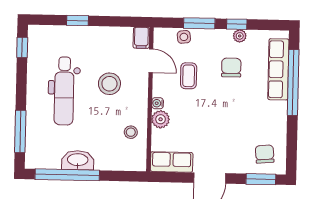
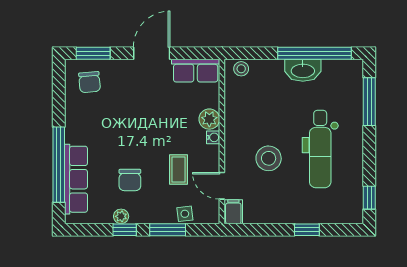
dental chair: (64, 91) -> (320, 149), turned 180
stool: (131, 132) -> (241, 69), moved

